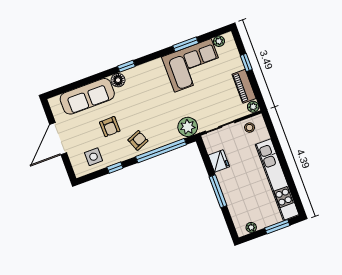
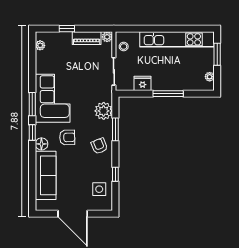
window: (186, 44) -> (32, 104), moved
corner sofa: (193, 65) -> (53, 98), moved
armchair: (110, 127) -> (67, 137), moved
plant: (188, 127) -> (104, 111), moved
window: (161, 151) -> (115, 129), width x0.47

